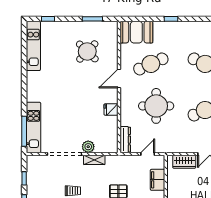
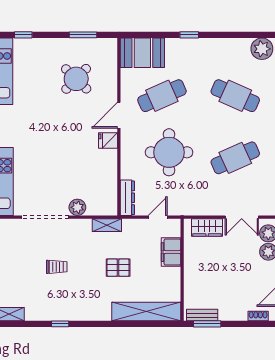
fridge: (111, 109) -> (108, 140), moved
shelving: (94, 160) -> (107, 225), moved

